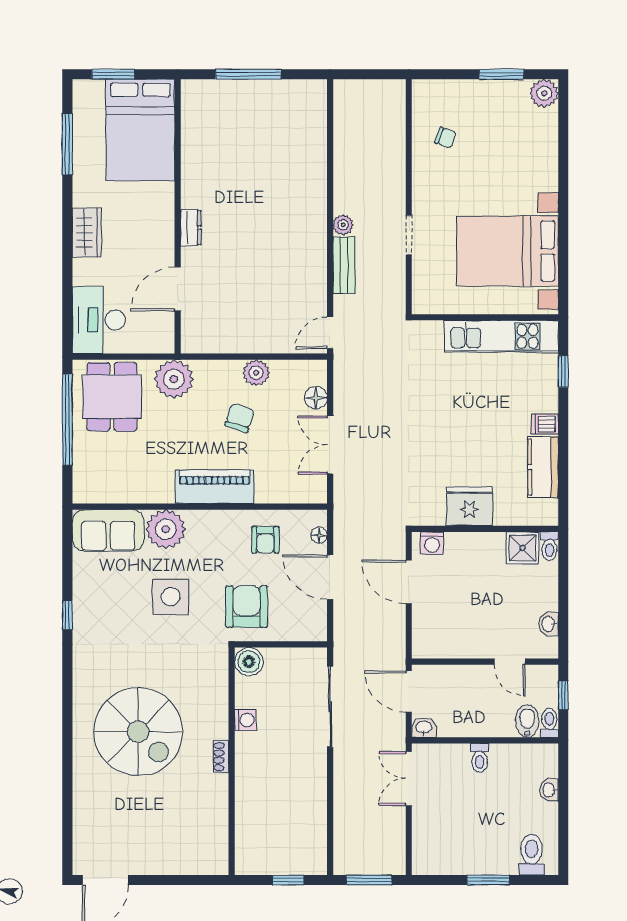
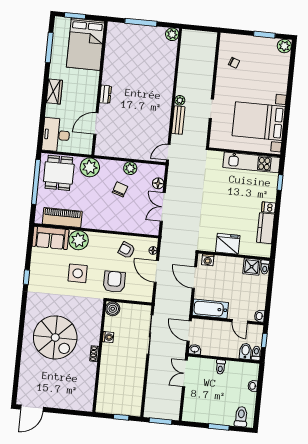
plant: (314, 92) -> (172, 34), added
piano: (215, 487) -> (62, 218), moved
armchair: (265, 540) -> (127, 250), turned 113
washbasin: (549, 624) -> (260, 316), moved
bathtub: (447, 642) -> (210, 309), added

